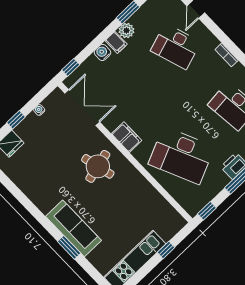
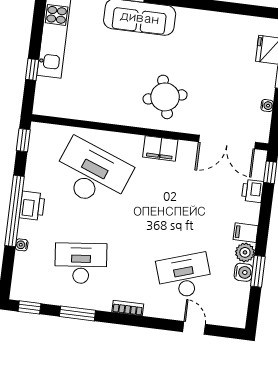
water cooler: (102, 52) -> (243, 272), moved
printer: (91, 65) -> (252, 191), added
desk: (181, 155) -> (92, 174), turned 45

